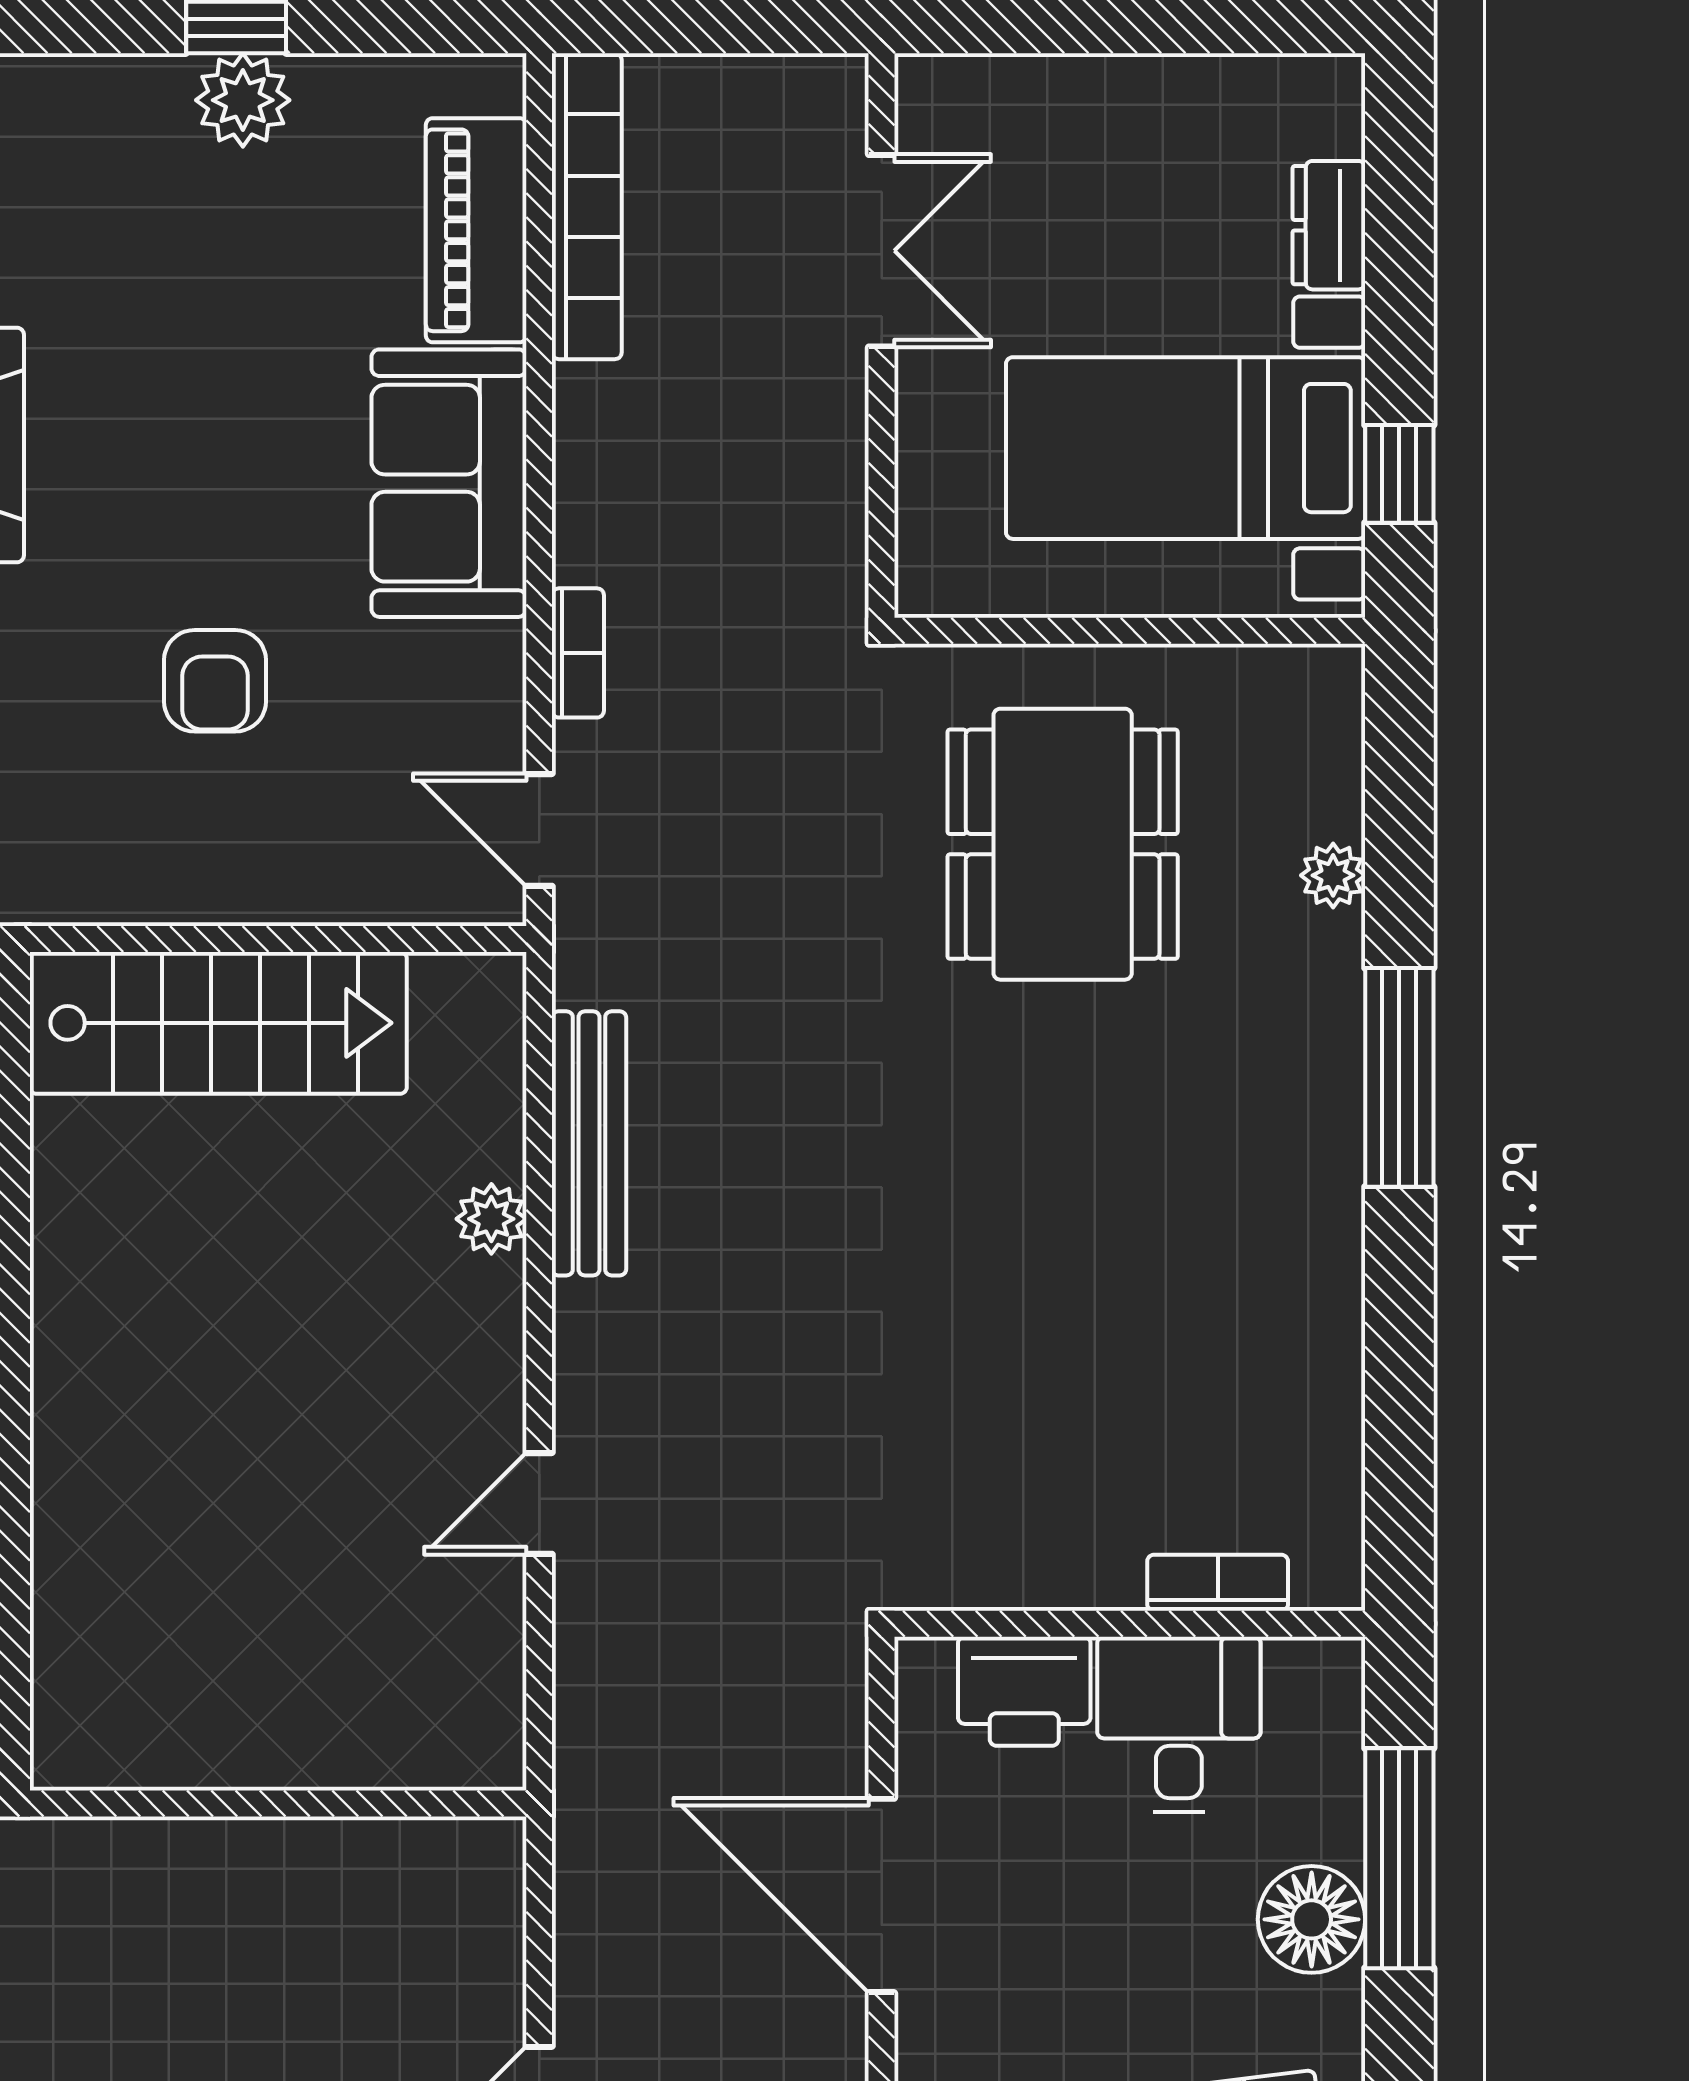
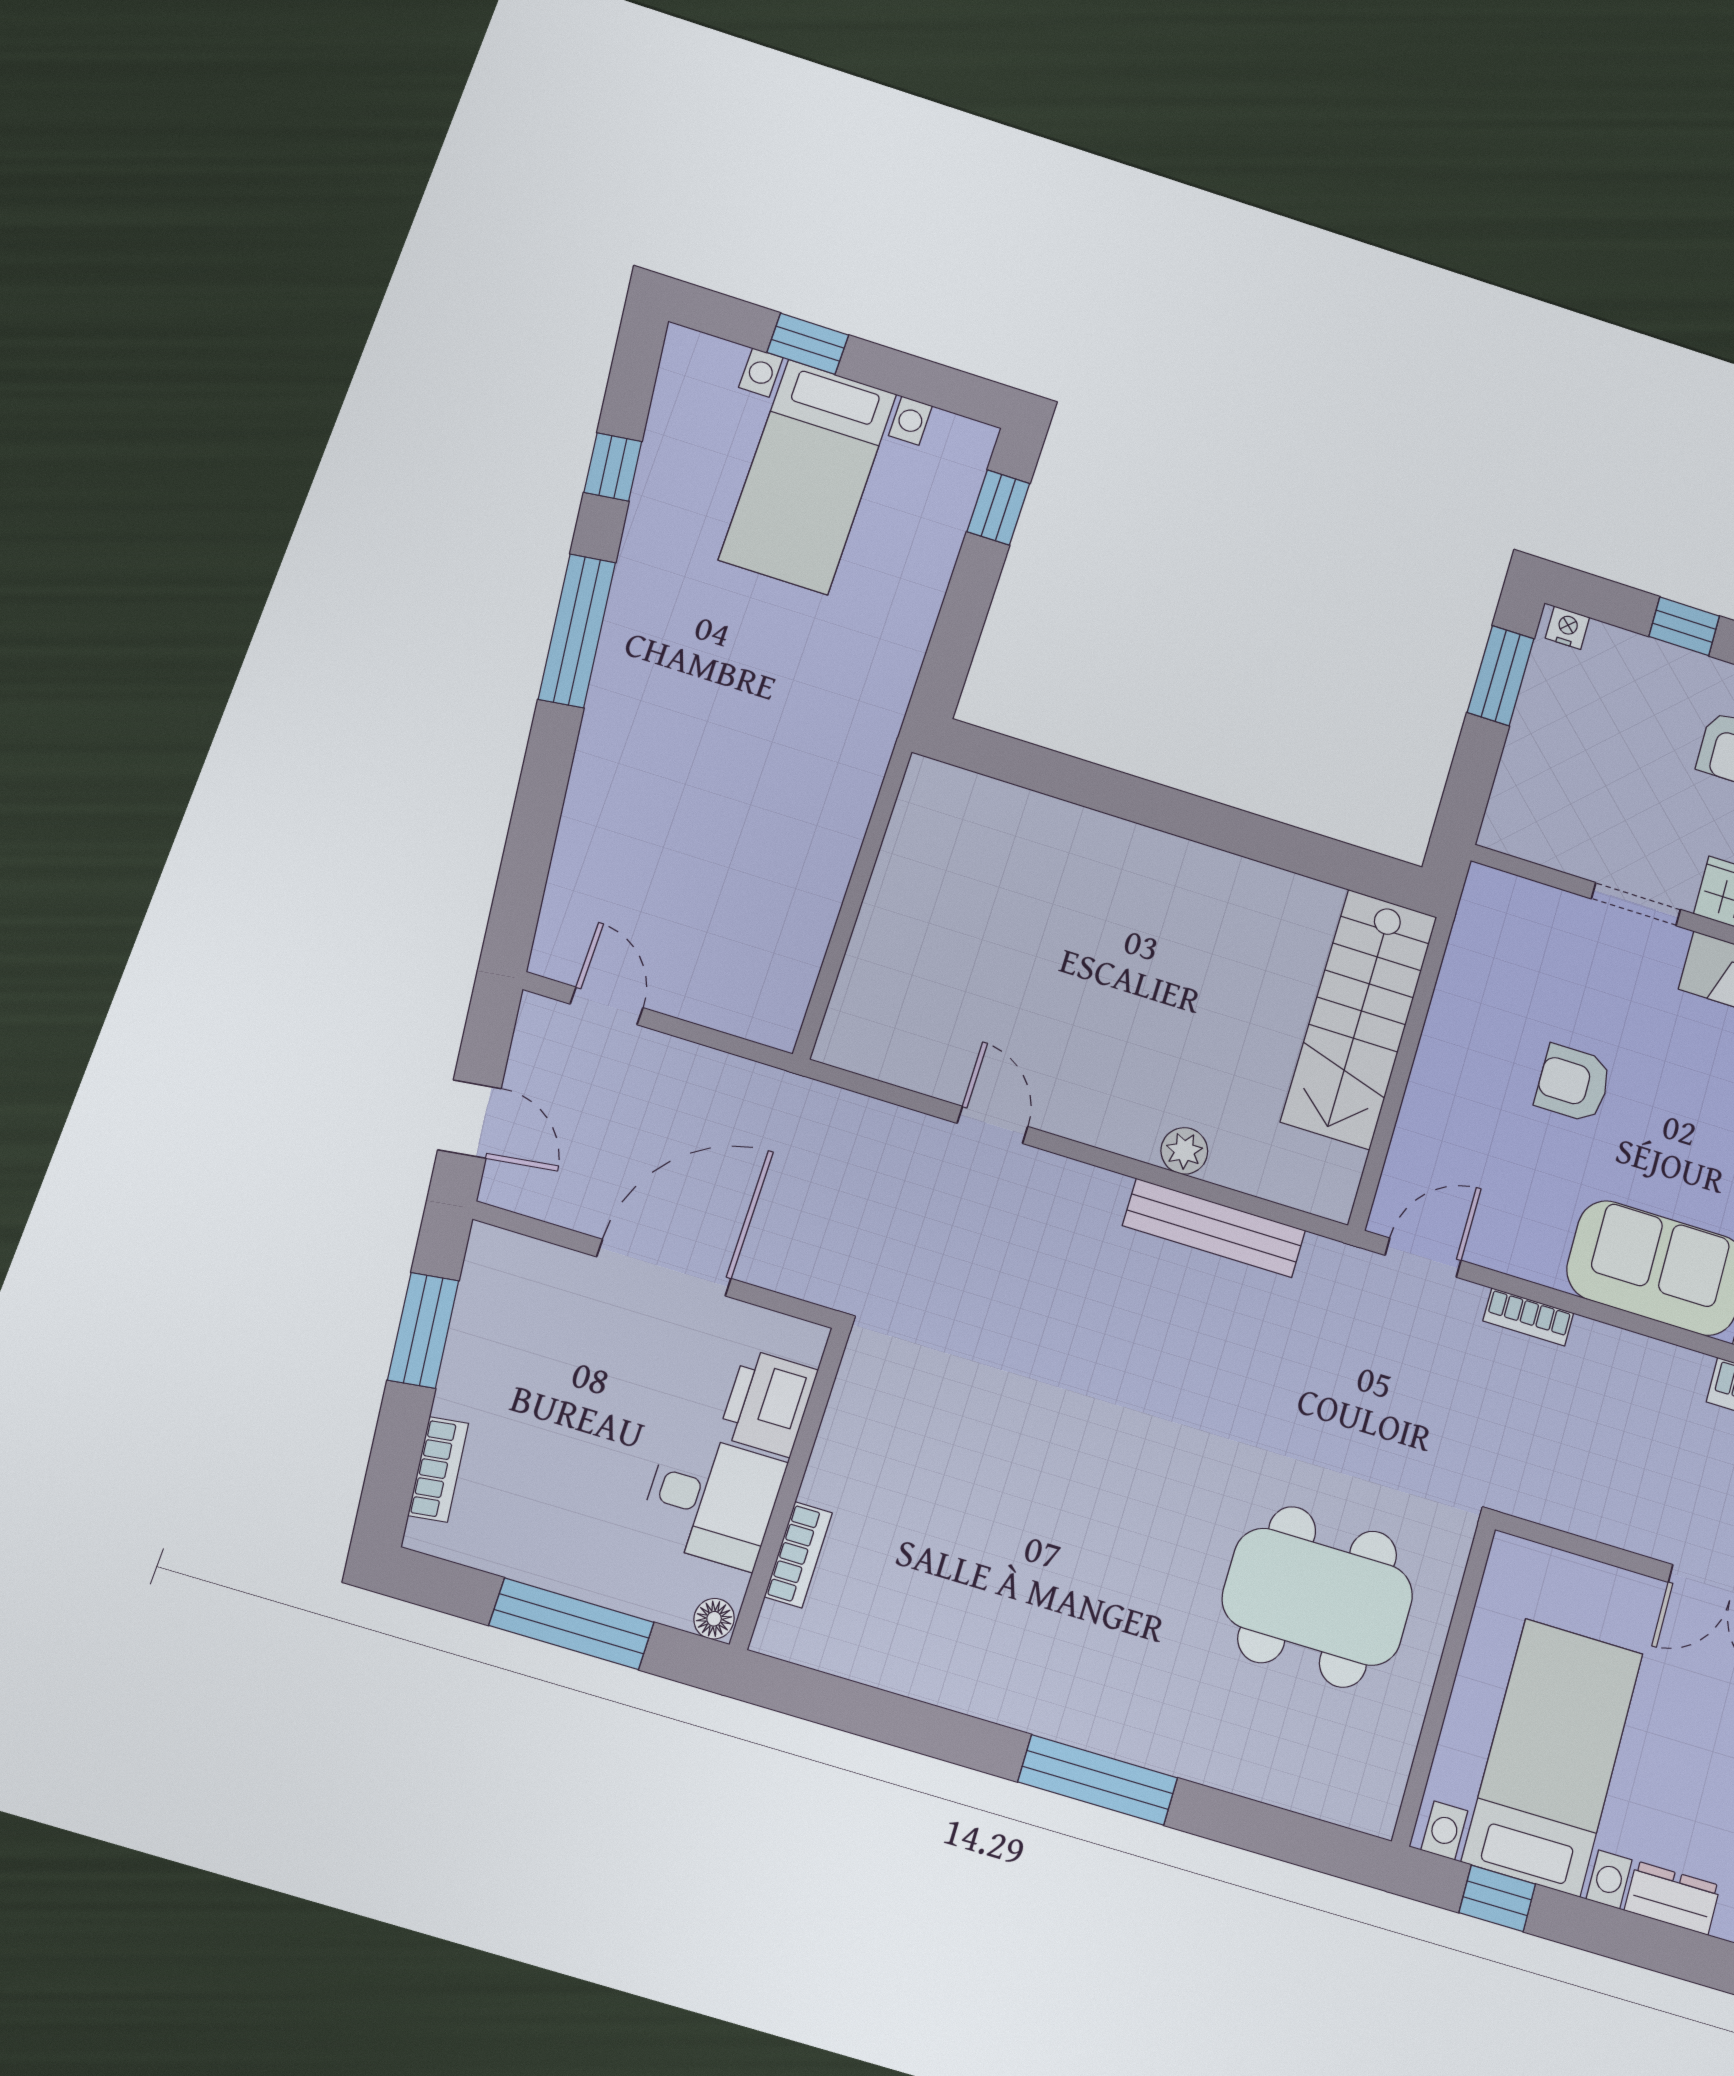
plant: (1333, 875) -> (1245, 1774), removed
floor lamp: (1312, 1919) -> (714, 1619), moved, width x0.53, depth x0.53

